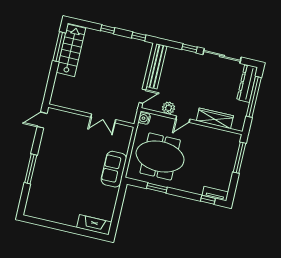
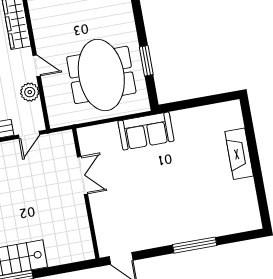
door: (142, 96) -> (29, 135), swing flipped
water cooler: (144, 118) -> (58, 119), removed
fireplace: (94, 225) -> (239, 154), moved

